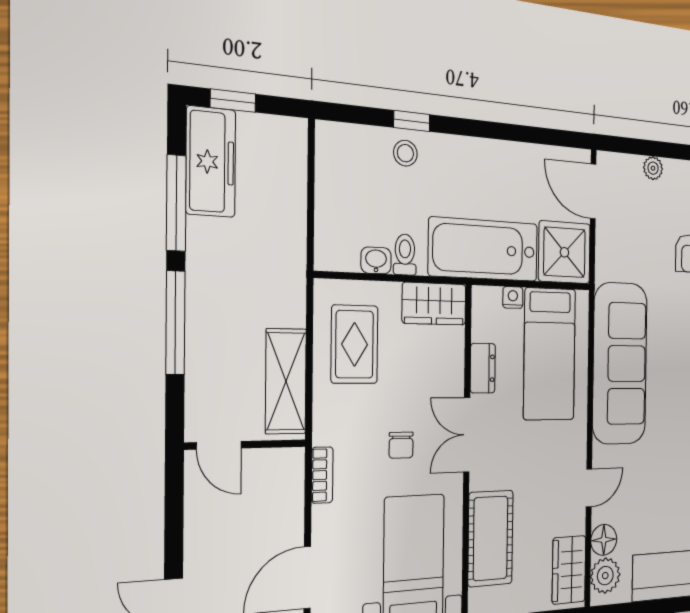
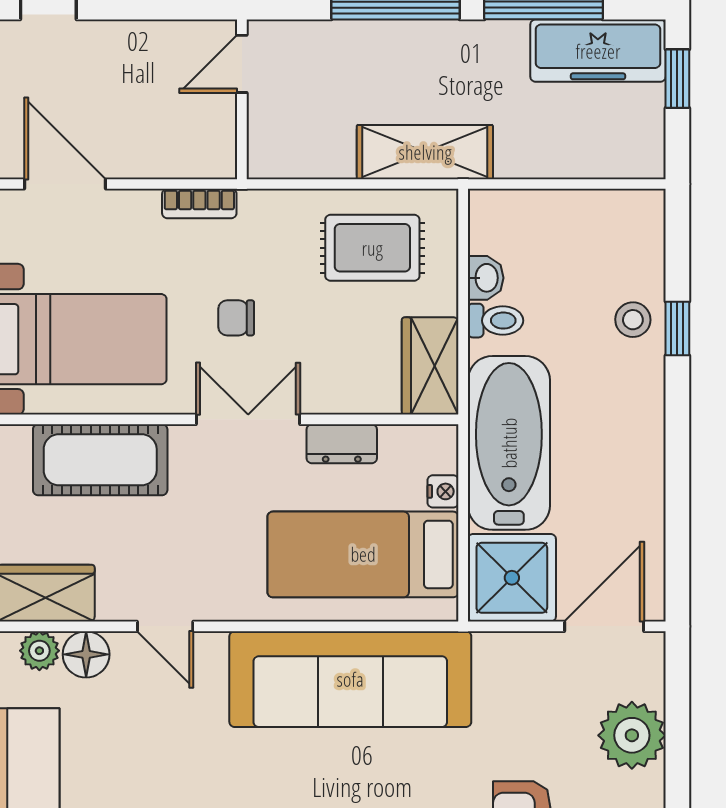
plant: (653, 168) -> (632, 735), width x1.88, depth x1.88
shelving: (286, 381) -> (425, 152), moved
plant: (605, 576) -> (39, 651), width x0.73, depth x0.73

